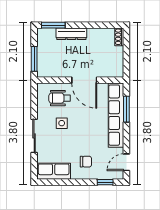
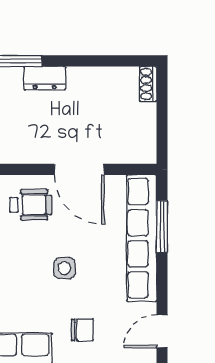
dresser: (71, 34) -> (45, 78), width x0.70
wheelchair: (60, 98) -> (31, 205), turned 180
side table: (62, 123) -> (65, 268), moved

